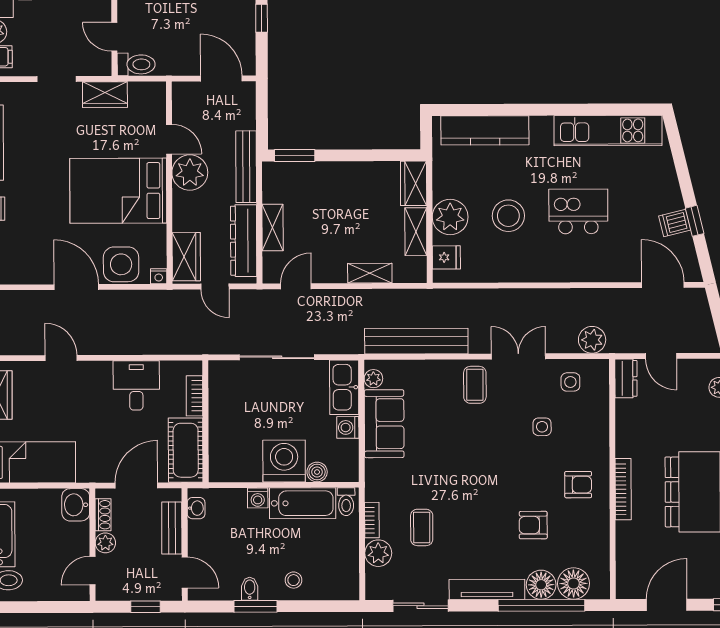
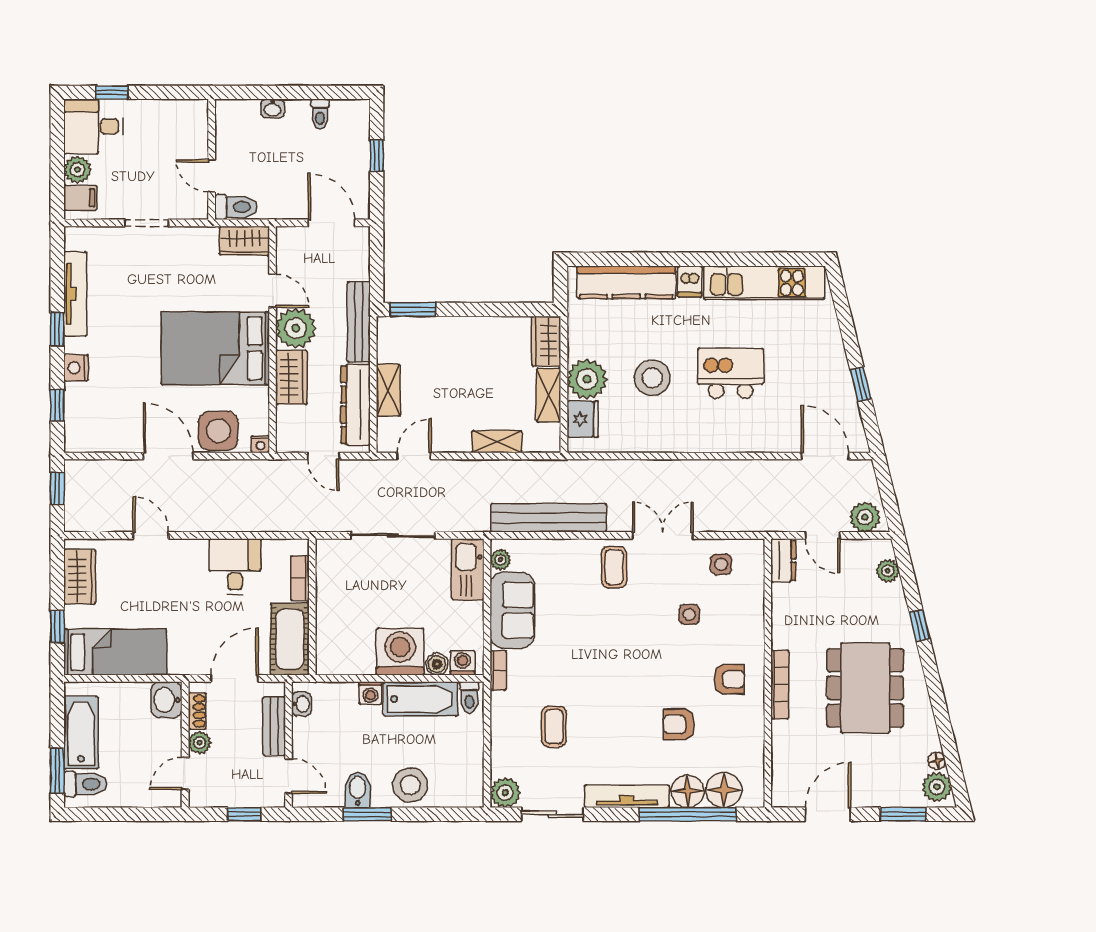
wardrobe: (105, 95) -> (244, 241), moved
dishwasher: (675, 223) -> (690, 281), moved, turned -76
wardrobe: (186, 257) -> (291, 377), moved
fridge: (446, 257) -> (583, 419), width x1.38
plant: (592, 340) -> (865, 517), moved
washing machine: (348, 427) -> (463, 663), moved, turned 90
bookcase: (372, 520) -> (498, 670), moved
plant: (378, 553) -> (505, 793), moved
stool: (294, 580) -> (410, 785), width x1.89, depth x1.89
bidet: (250, 589) -> (358, 790), width x1.38, depth x1.36

